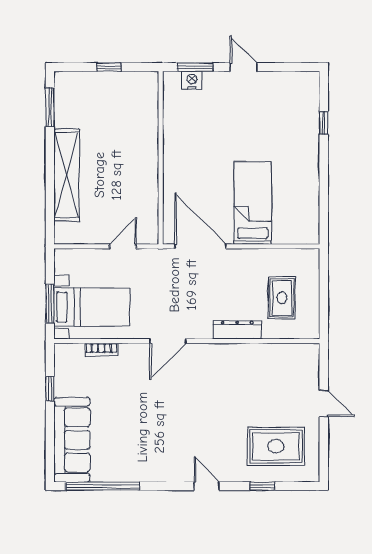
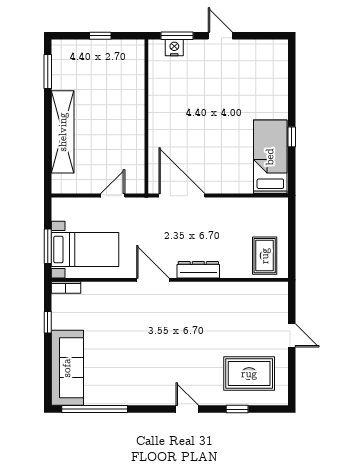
window: (324, 123) -> (292, 137), moved
bed: (253, 203) -> (270, 157), moved
rug: (282, 298) -> (265, 256), moved
dresser: (237, 330) -> (198, 270), moved
door: (168, 341) -> (153, 280), swing flipped
bookcase: (101, 350) -> (66, 287), moved

